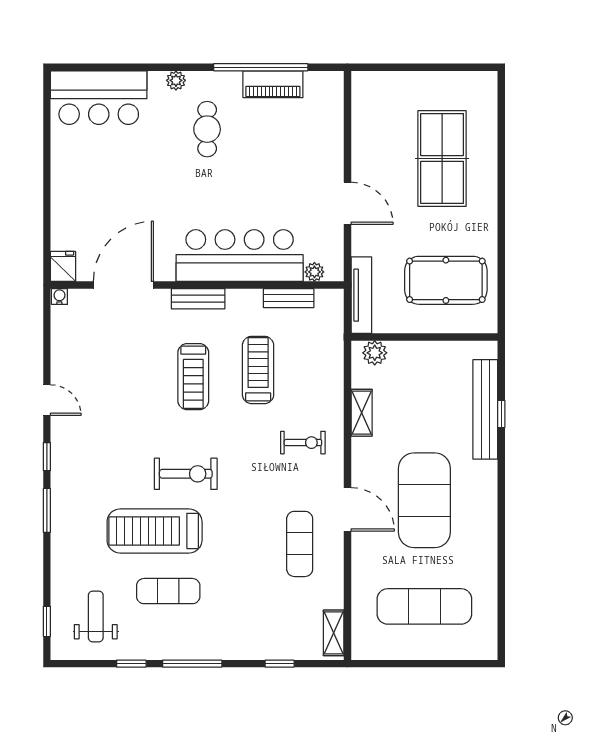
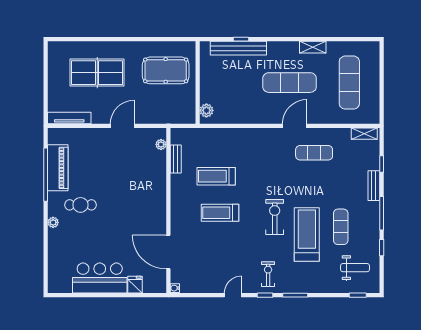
piano: (273, 84) -> (58, 168), width x1.37, depth x1.33
bar counter: (99, 98) -> (100, 278), moved, turned -90
bar counter: (240, 256) -> (152, 187), removed
fridge: (63, 266) -> (135, 285), moved, turned 90
pool table: (446, 280) -> (166, 70), turned 90
tv unit: (361, 295) -> (69, 118), moved
bench: (198, 299) -> (374, 186), moved
treadmill: (193, 377) -> (220, 213), turned 180
shelving: (362, 413) -> (313, 47), moved
exercise bike: (303, 443) -> (268, 274), moved
exercise mat: (424, 500) -> (290, 83), width x0.68
treadmill: (155, 531) -> (307, 234), turned 180
weight bench: (96, 616) -> (355, 268), turned 180

